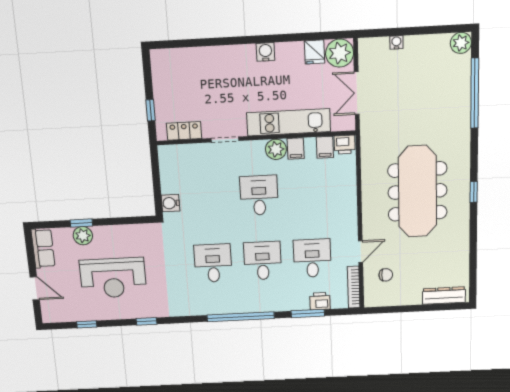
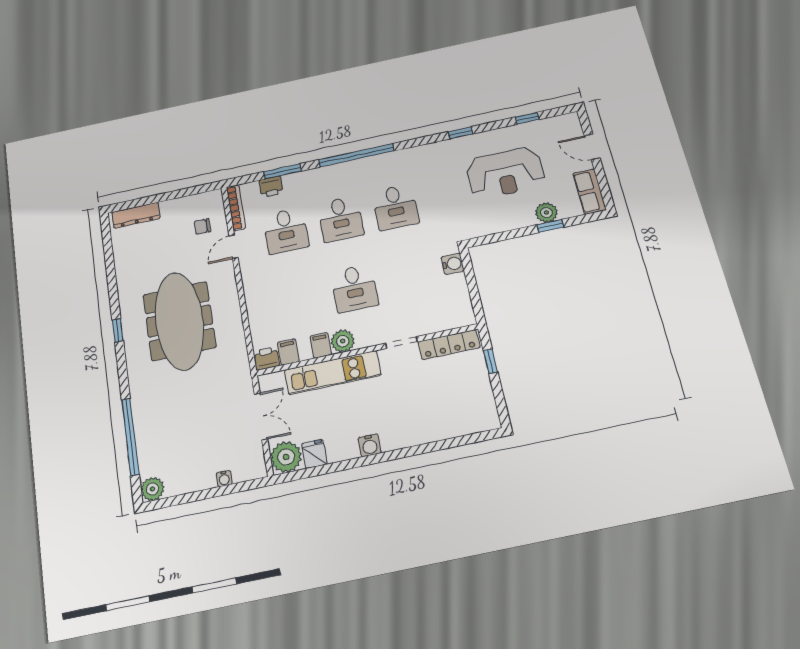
locker: (184, 131) -> (449, 345), width x1.53
reception desk: (113, 278) -> (505, 173), turned 180

